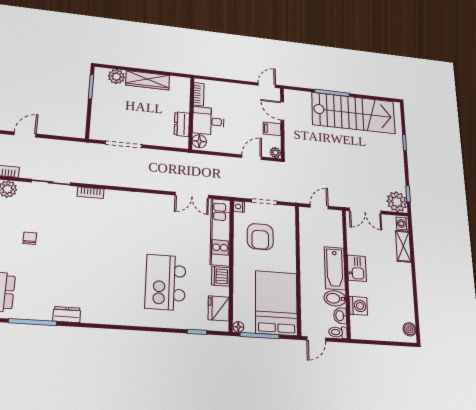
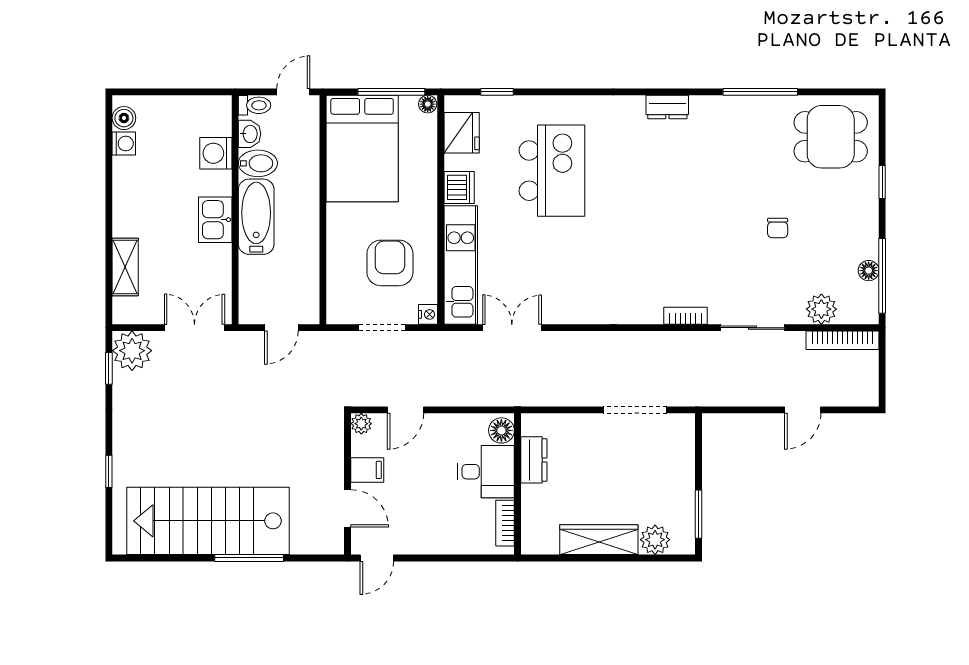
washing machine: (402, 224) -> (124, 144), moved
dresser: (67, 315) -> (667, 107), moved

